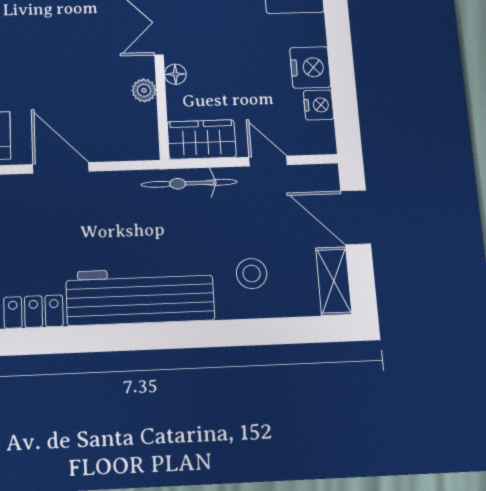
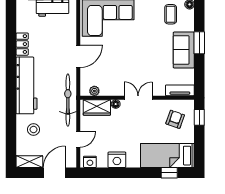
plant: (144, 90) -> (94, 91), moved
nightstand: (319, 105) -> (90, 162), moved
wardrobe: (202, 139) -> (97, 108), moved, turned 90
bicycle: (189, 183) -> (68, 100), width x1.37, depth x1.40

